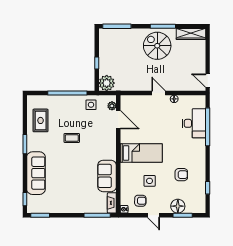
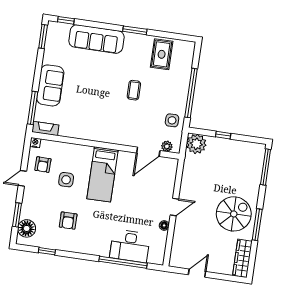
door: (208, 81) -> (197, 273), moved
rug: (41, 120) -> (162, 54), turned 90
sofa: (107, 176) -> (50, 85), moved, turned 90
floor lamp: (178, 206) -> (27, 228), moved

